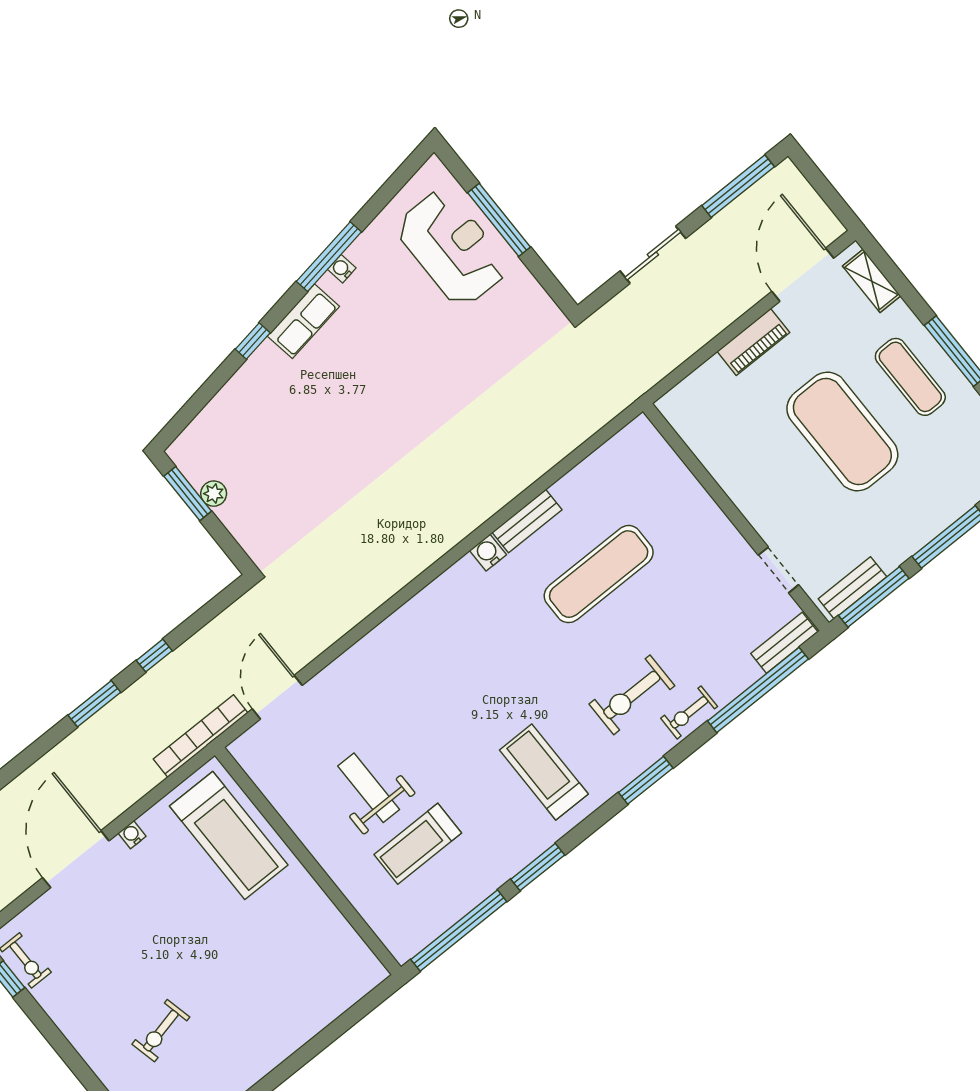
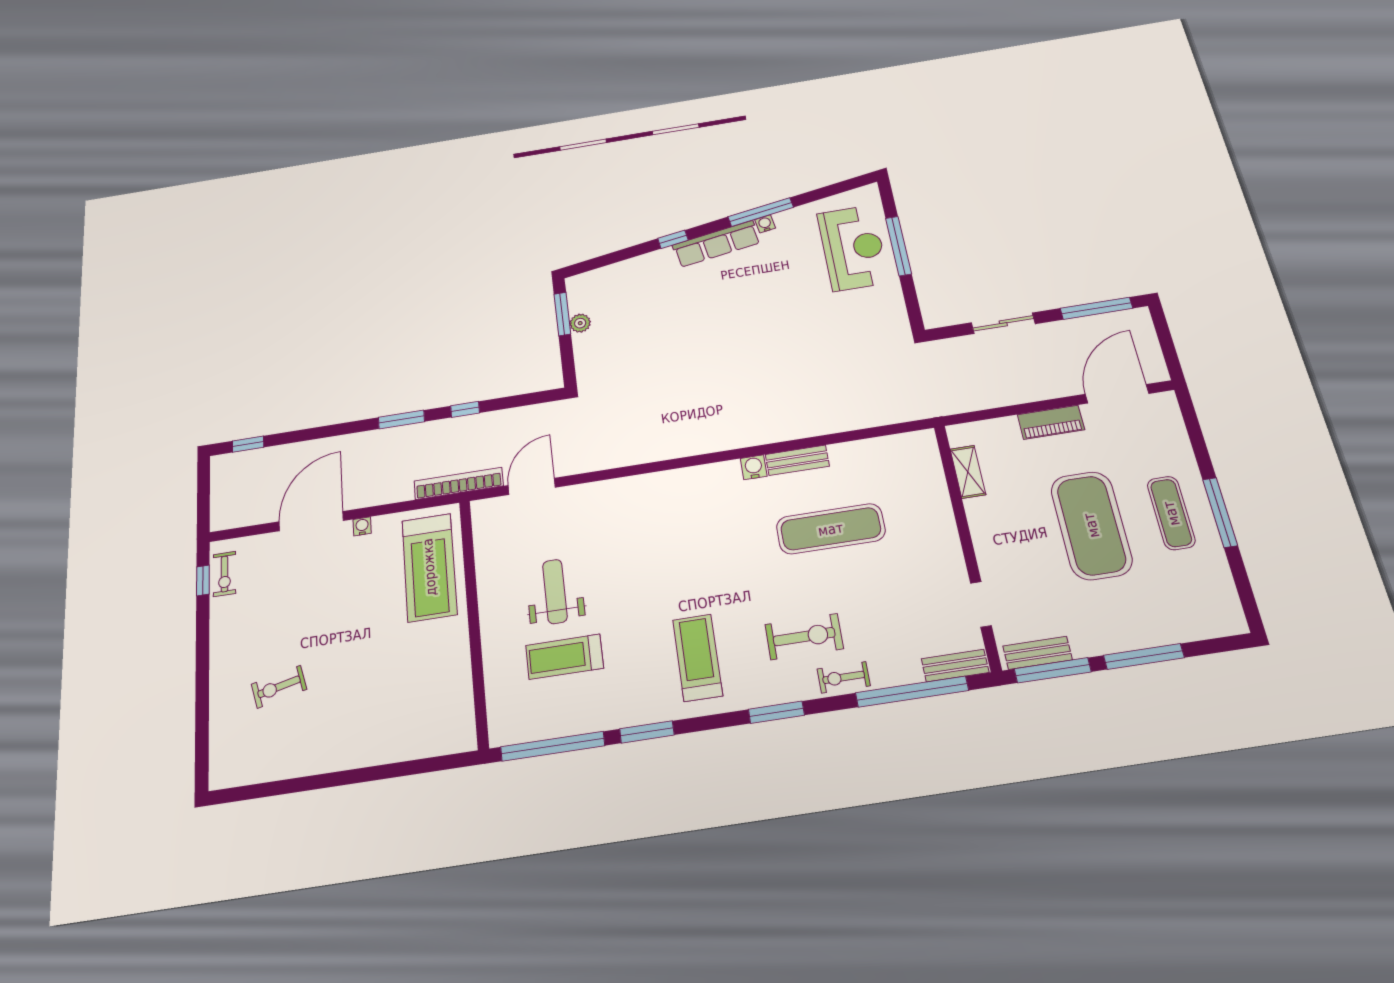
shelving: (872, 281) -> (968, 472), moved
row of seats: (303, 321) -> (717, 244), width x1.48
exercise bike: (632, 695) -> (804, 637), turned 180

